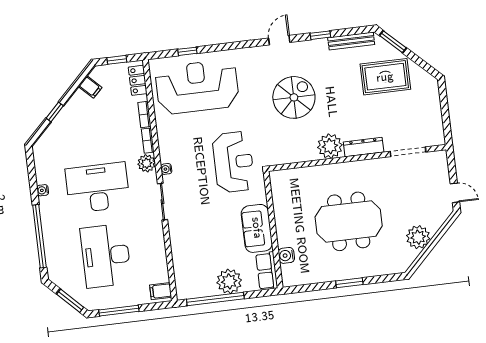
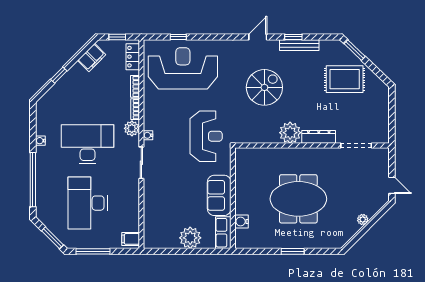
bench: (351, 41) -> (299, 45), moved
filing cabinet: (90, 87) -> (92, 58), width x2.00
plant: (418, 237) -> (363, 219), width x0.53, depth x0.53
window: (215, 299) -> (177, 251), removed

